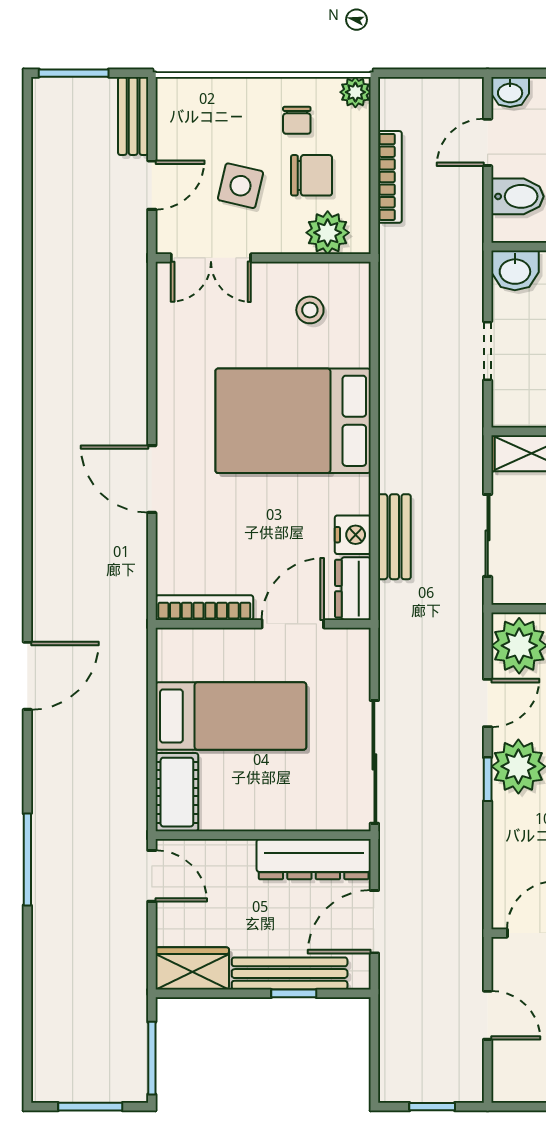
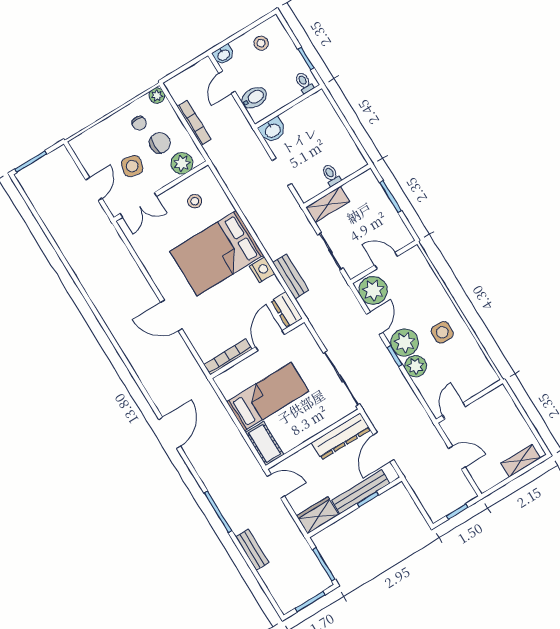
bench: (133, 116) -> (252, 550), moved
nightstand: (353, 535) -> (262, 270), moved
plant: (512, 818) -> (416, 366), added

